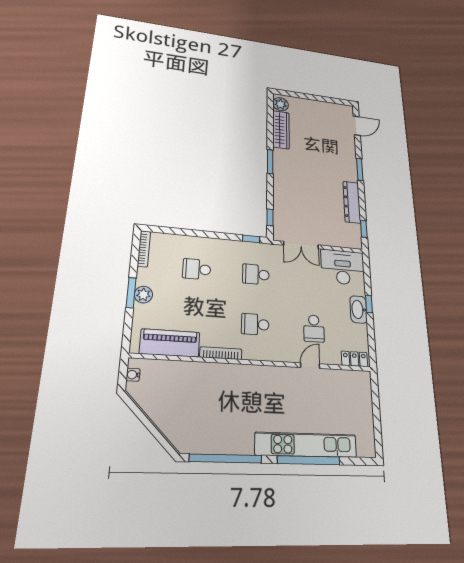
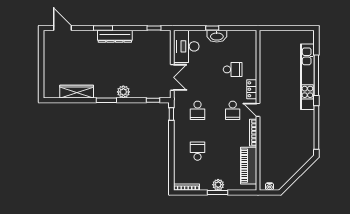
plant: (281, 104) -> (123, 92), moved
dresser: (352, 202) -> (115, 36), moved
school desk: (197, 269) -> (198, 151), turned 180
locker: (354, 359) -> (252, 89), moved
door: (310, 366) -> (258, 110), moved

